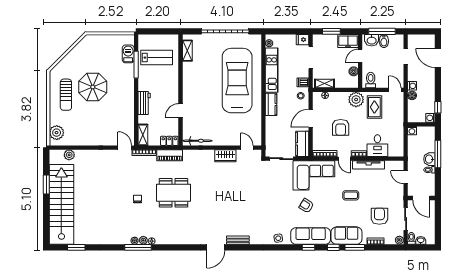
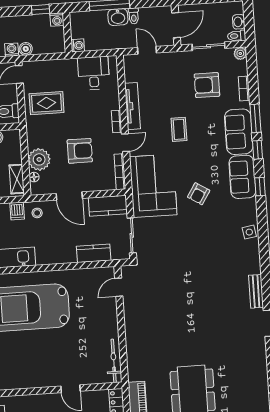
plant: (356, 100) -> (39, 159), moved
kitchen counter: (271, 104) -> (94, 253), moved
desk: (377, 146) -> (94, 73), moved, turned -90
wardrobe: (225, 156) -> (133, 318), removed
door: (406, 177) -> (147, 50), swing flipped
sofa: (311, 236) -> (242, 177), width x0.73

